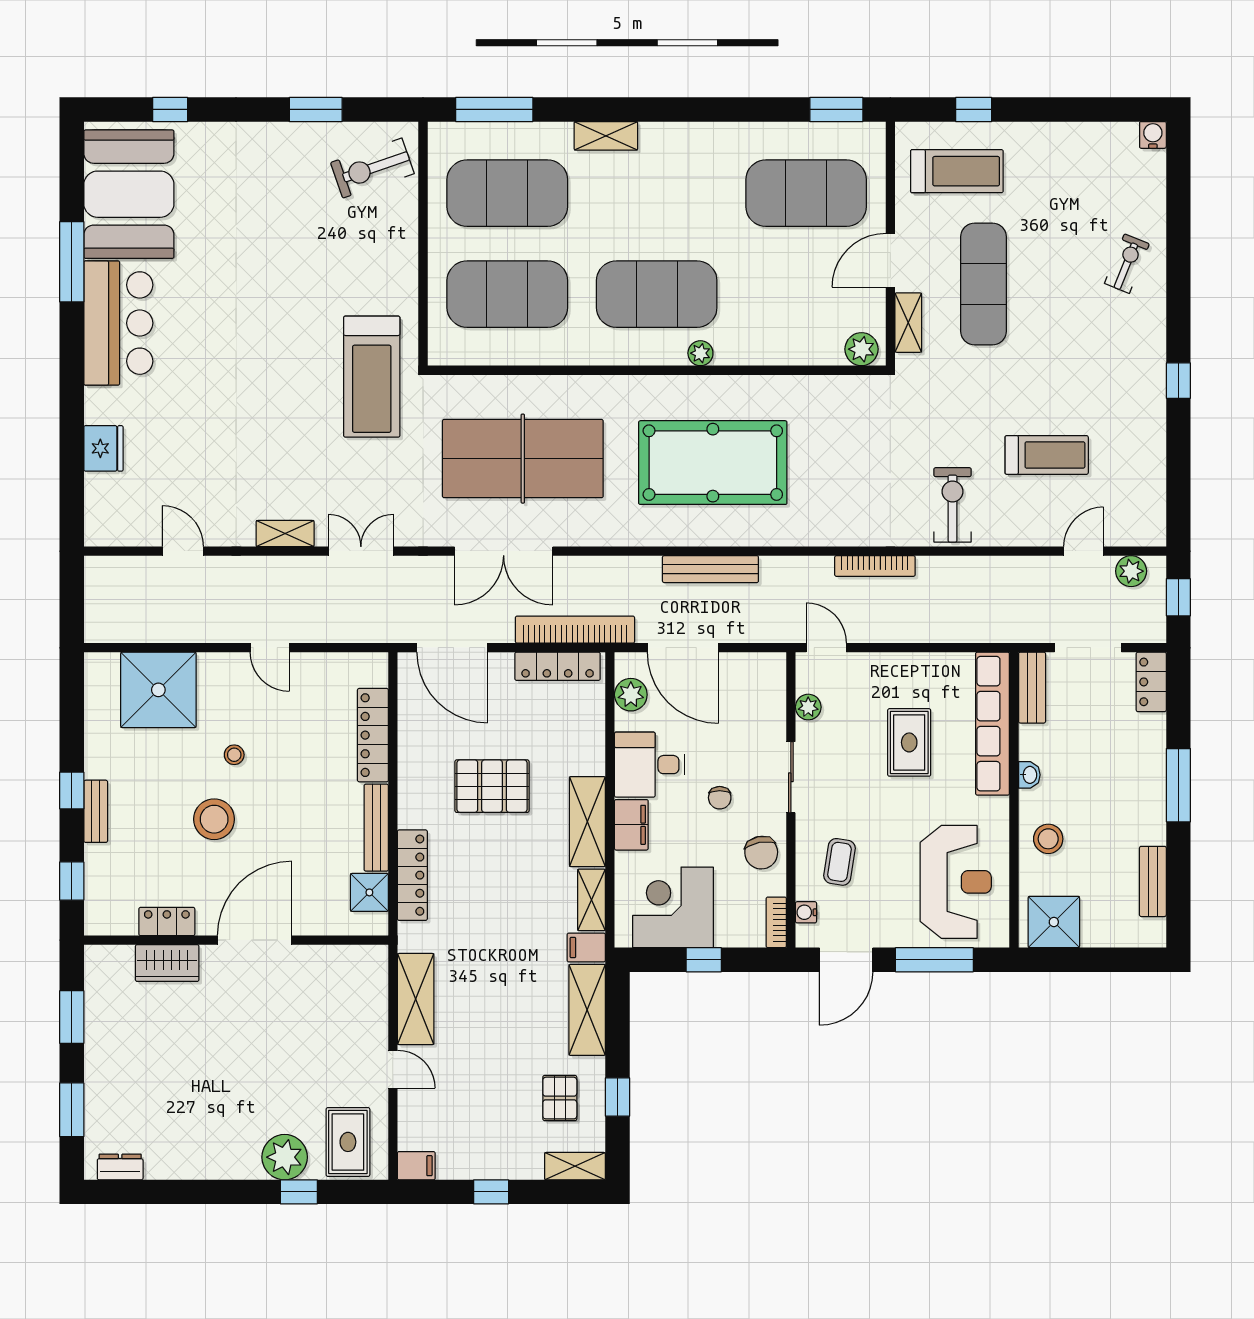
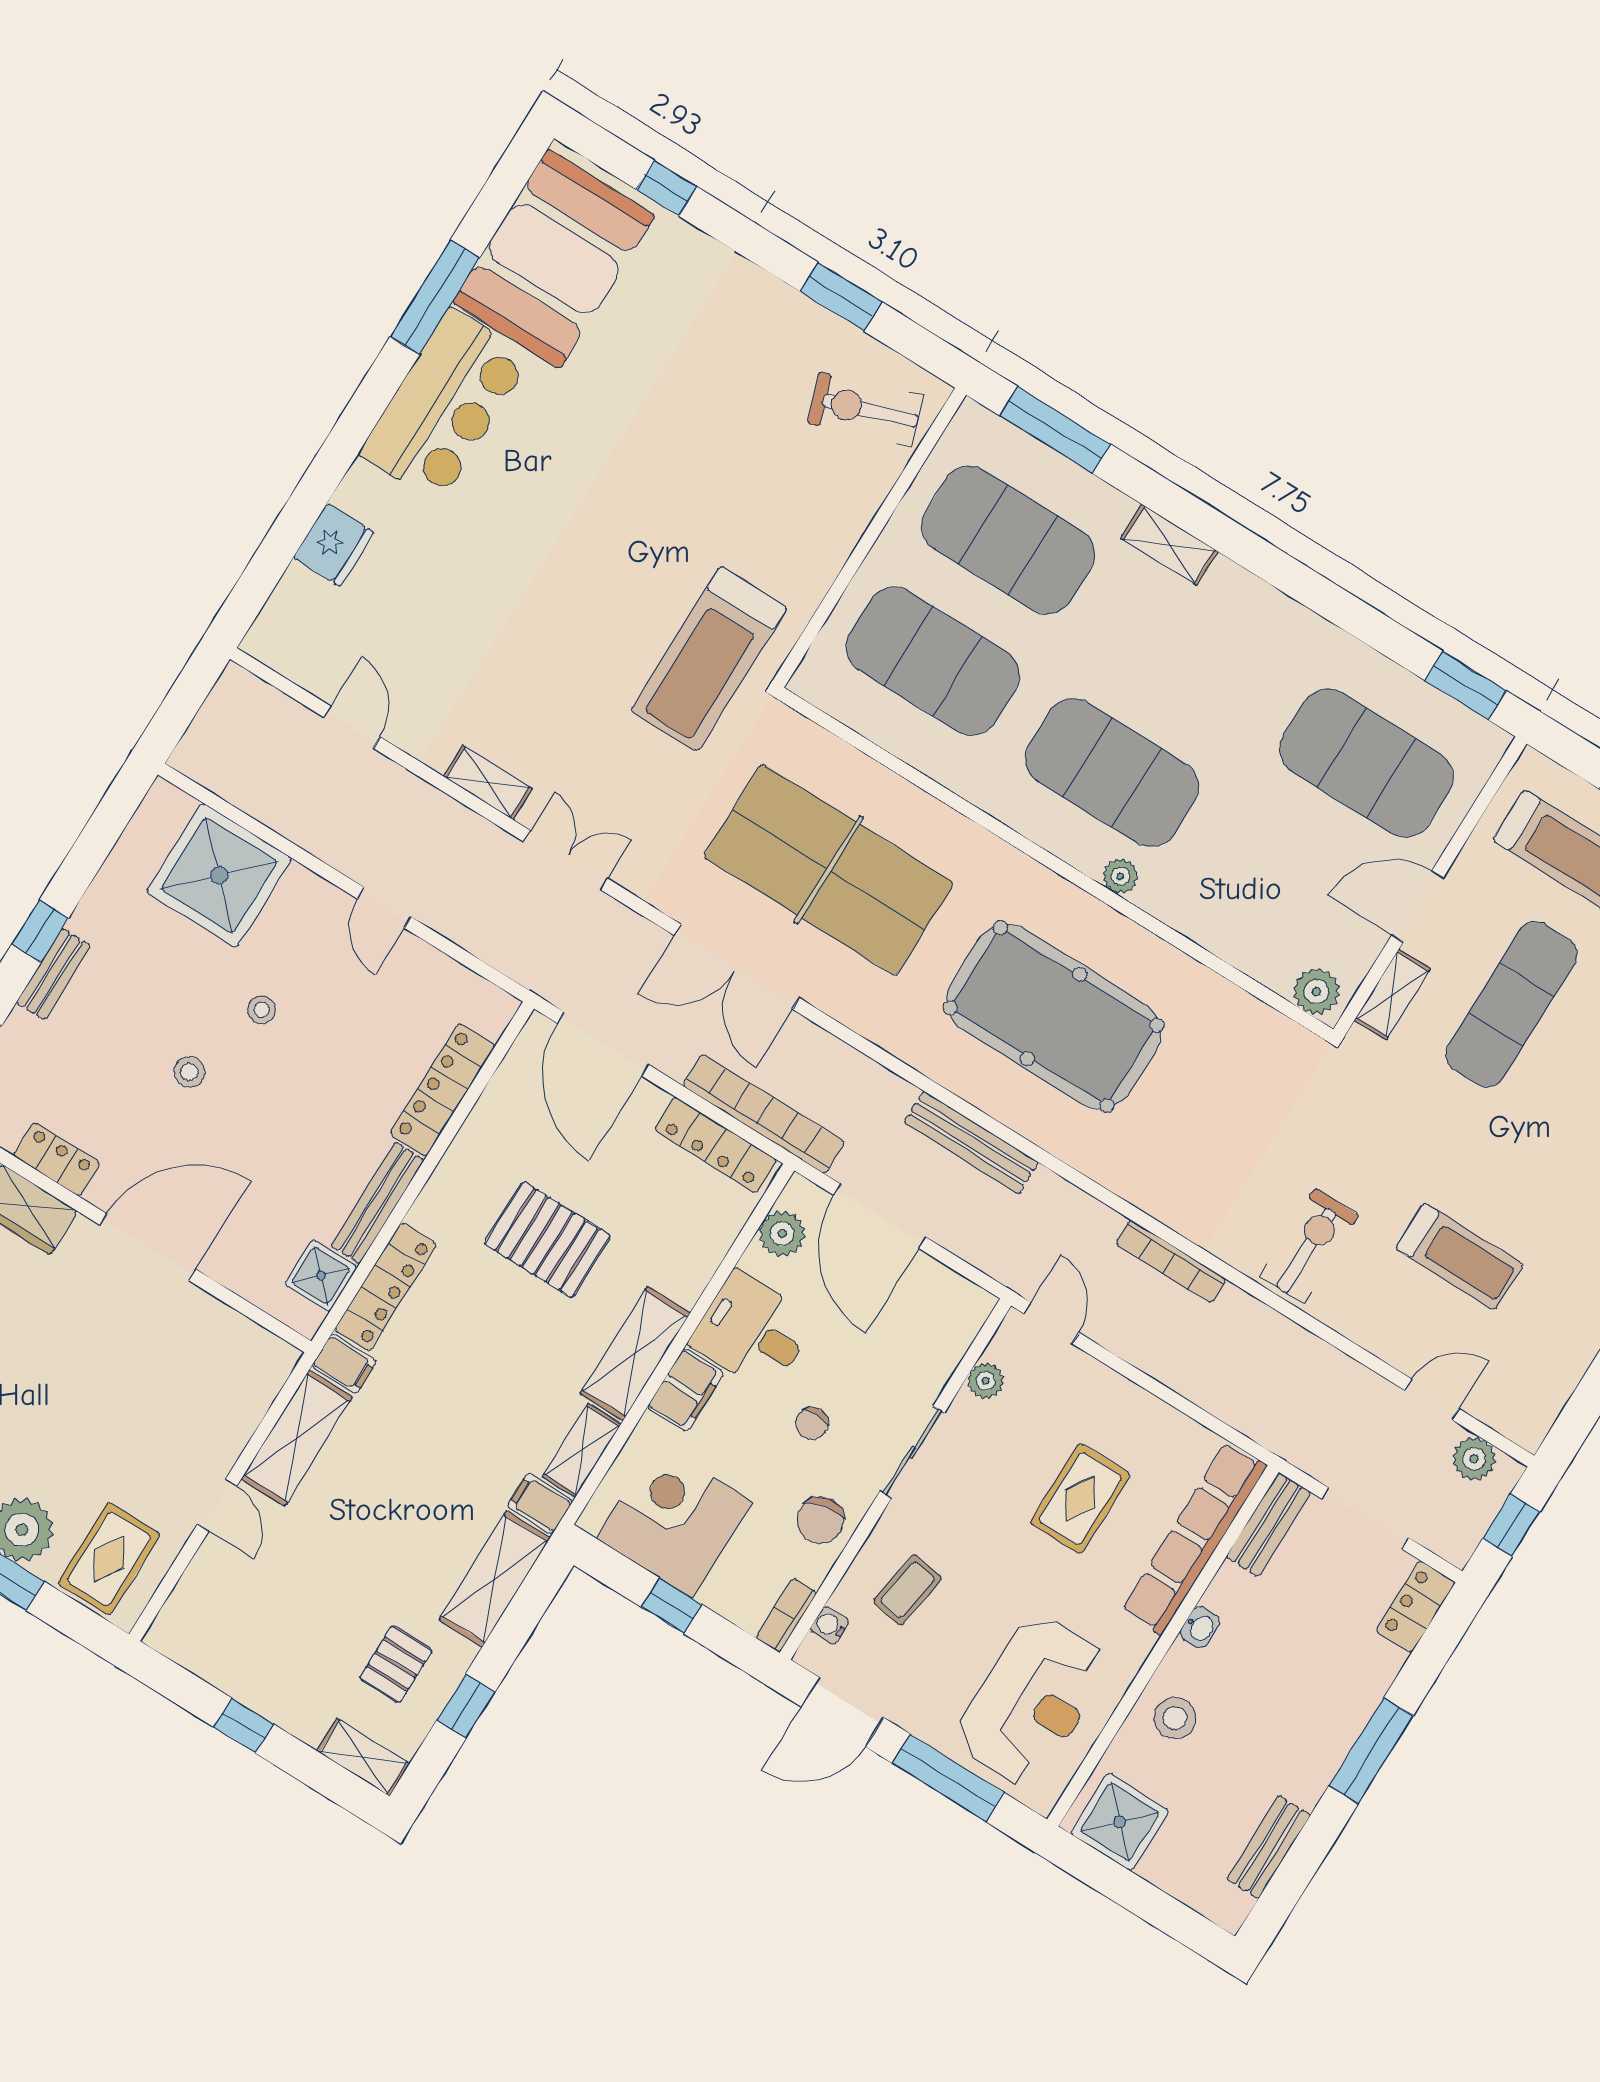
stool: (214, 819) -> (189, 1072), width x0.53, depth x0.53
filing cabinet: (416, 1166) -> (344, 1364), moved

